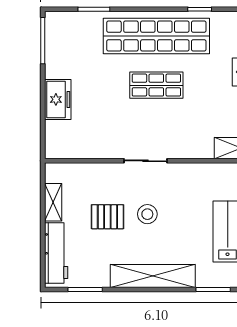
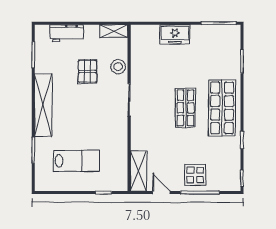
shop shelf: (156, 36) -> (222, 108), width x0.71
shelving: (53, 202) -> (114, 31), moved
stool: (147, 214) -> (118, 67), moved
workbench: (56, 253) -> (67, 33), width x0.73

